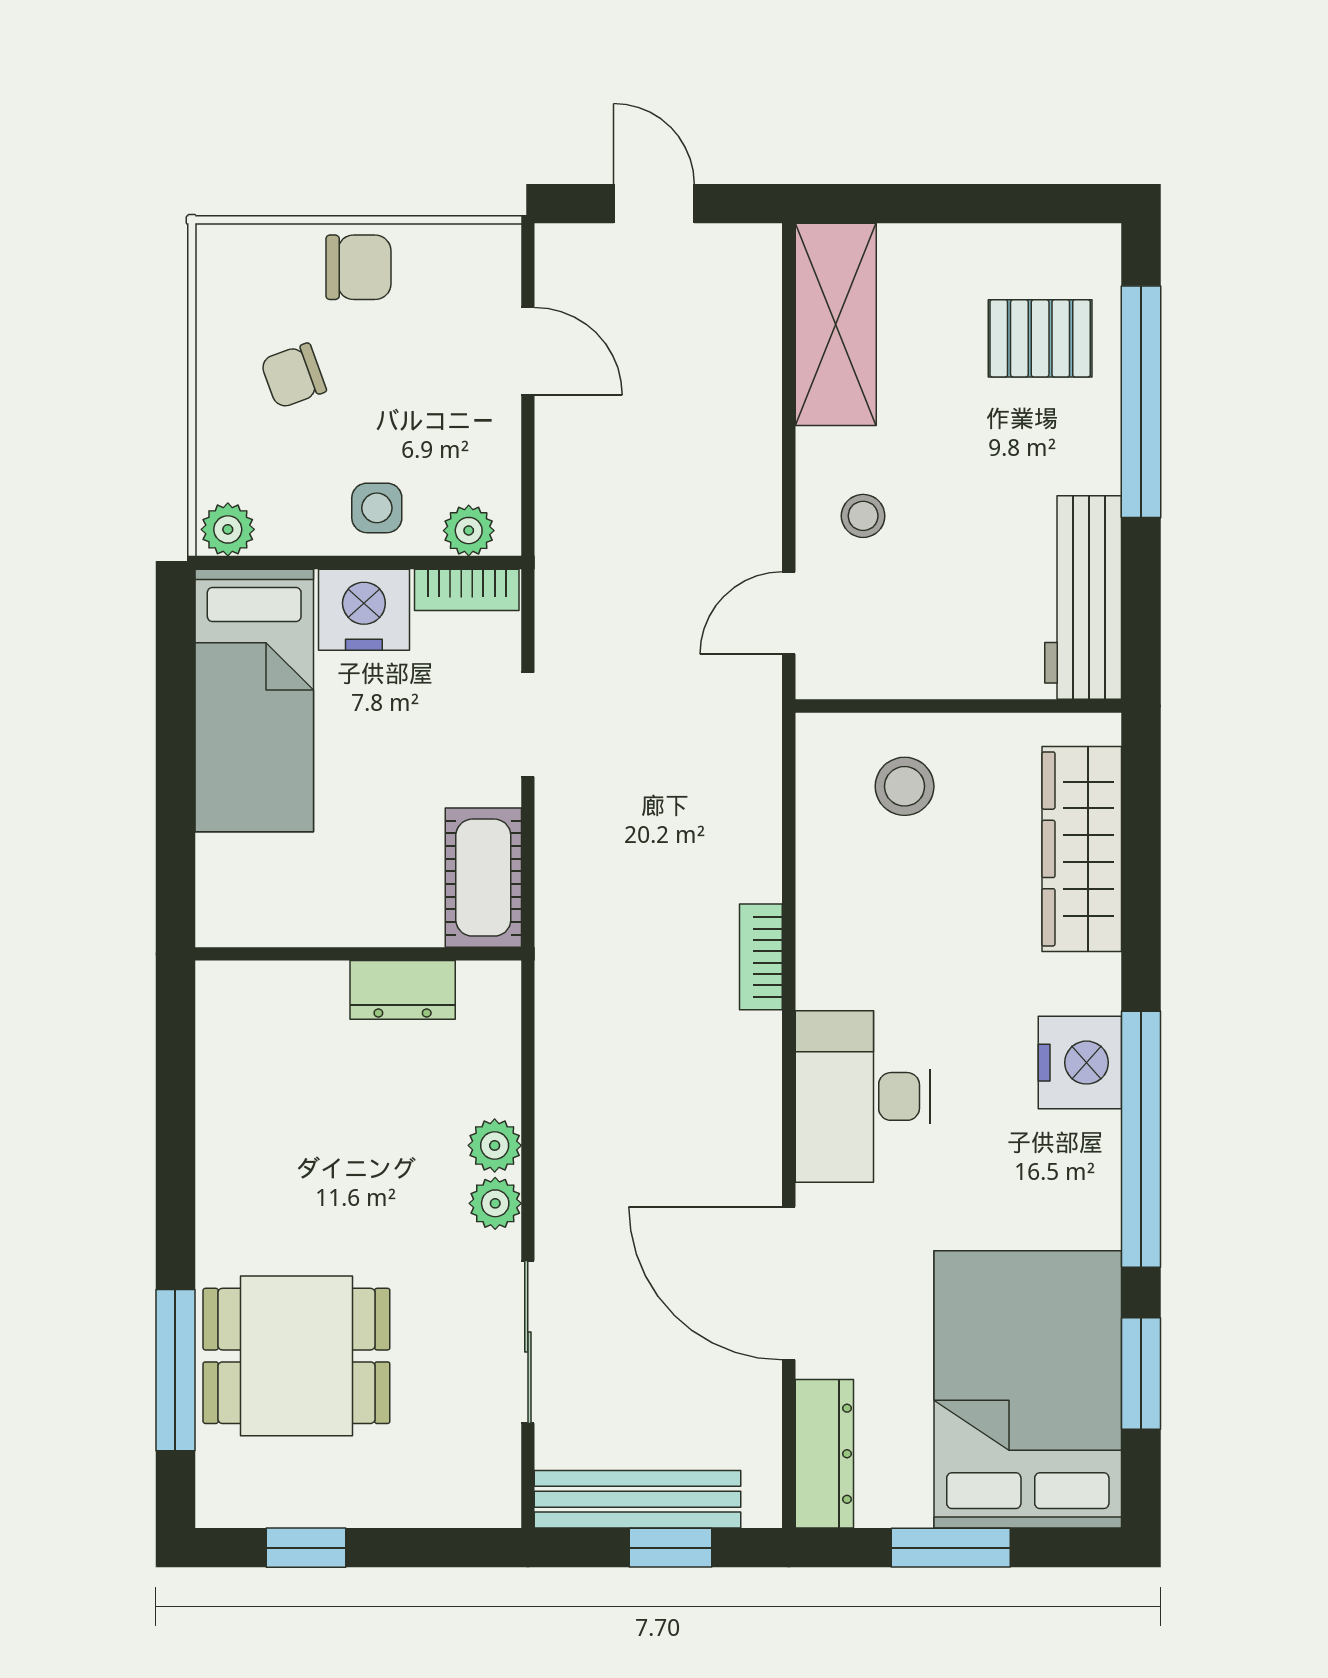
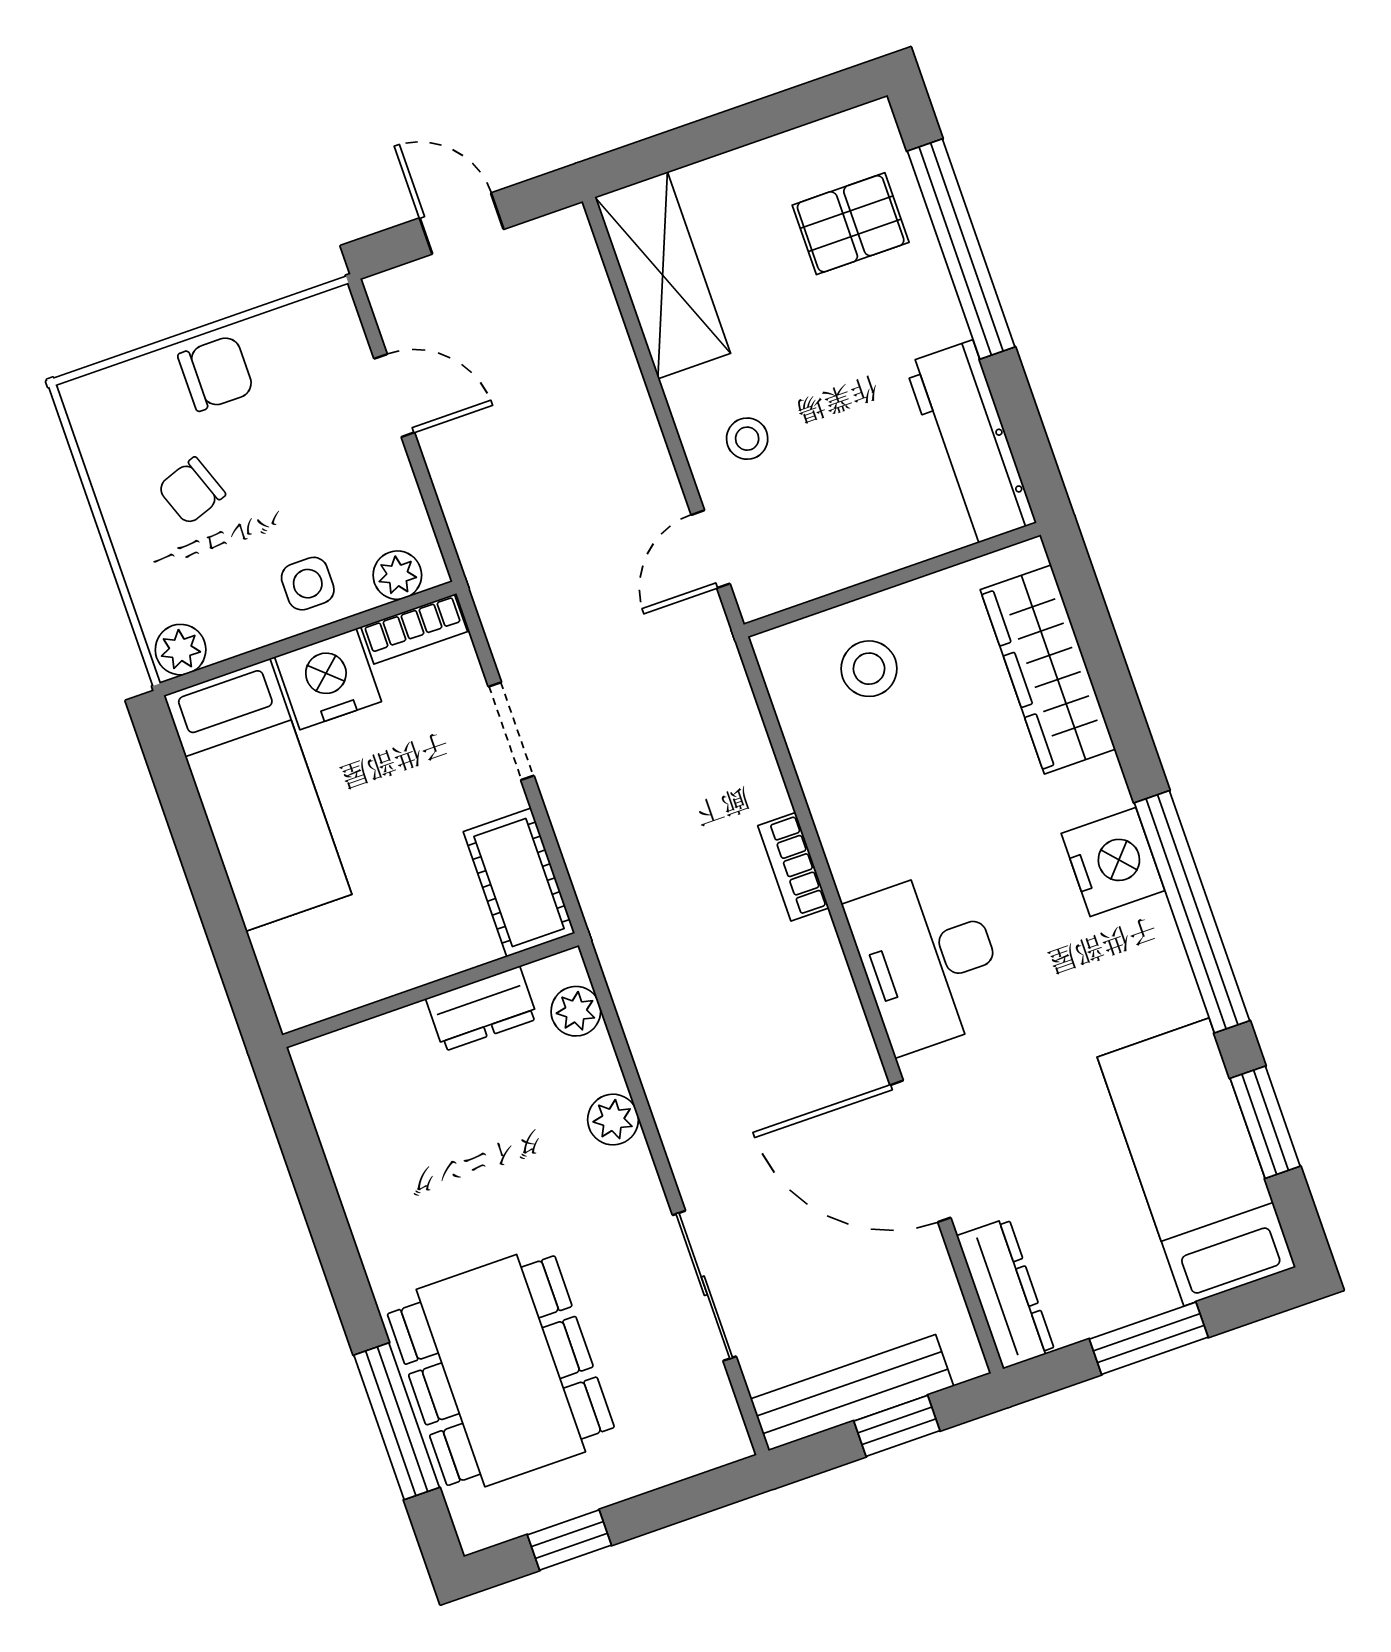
plant: (495, 1203) -> (576, 1011), moved
dining table: (296, 1356) -> (501, 1371), width x1.38
bed: (1028, 1389) -> (1196, 1162), width x0.67

